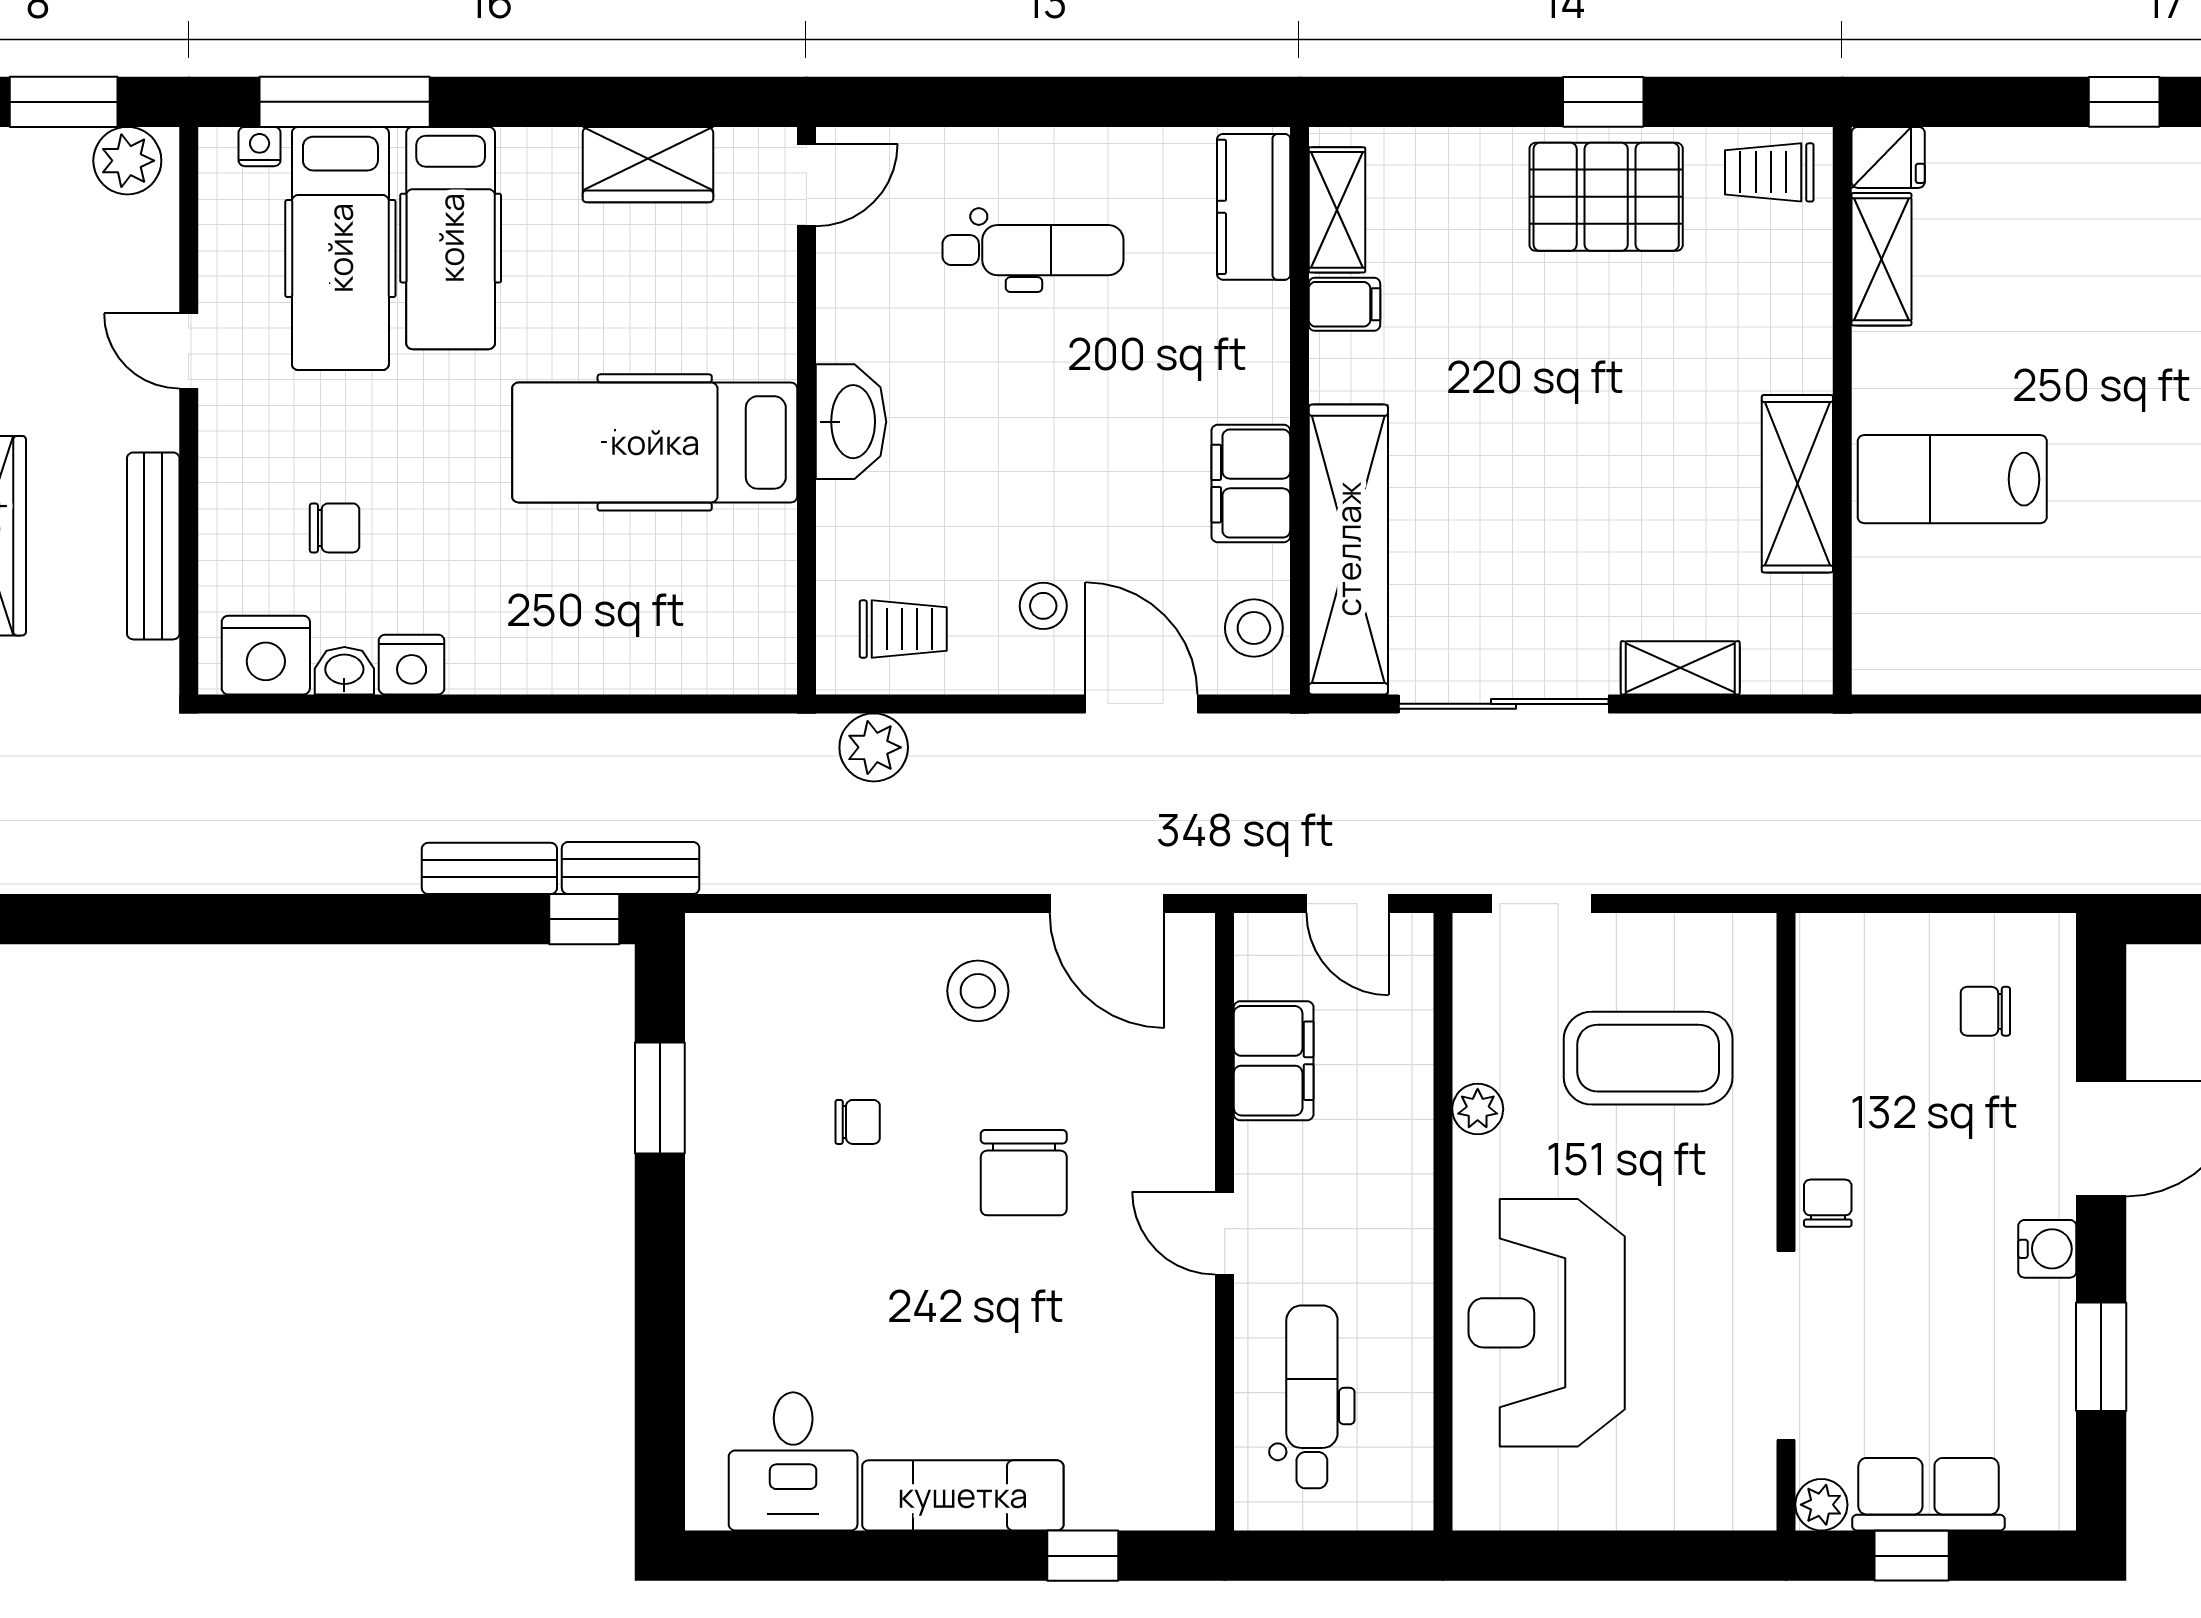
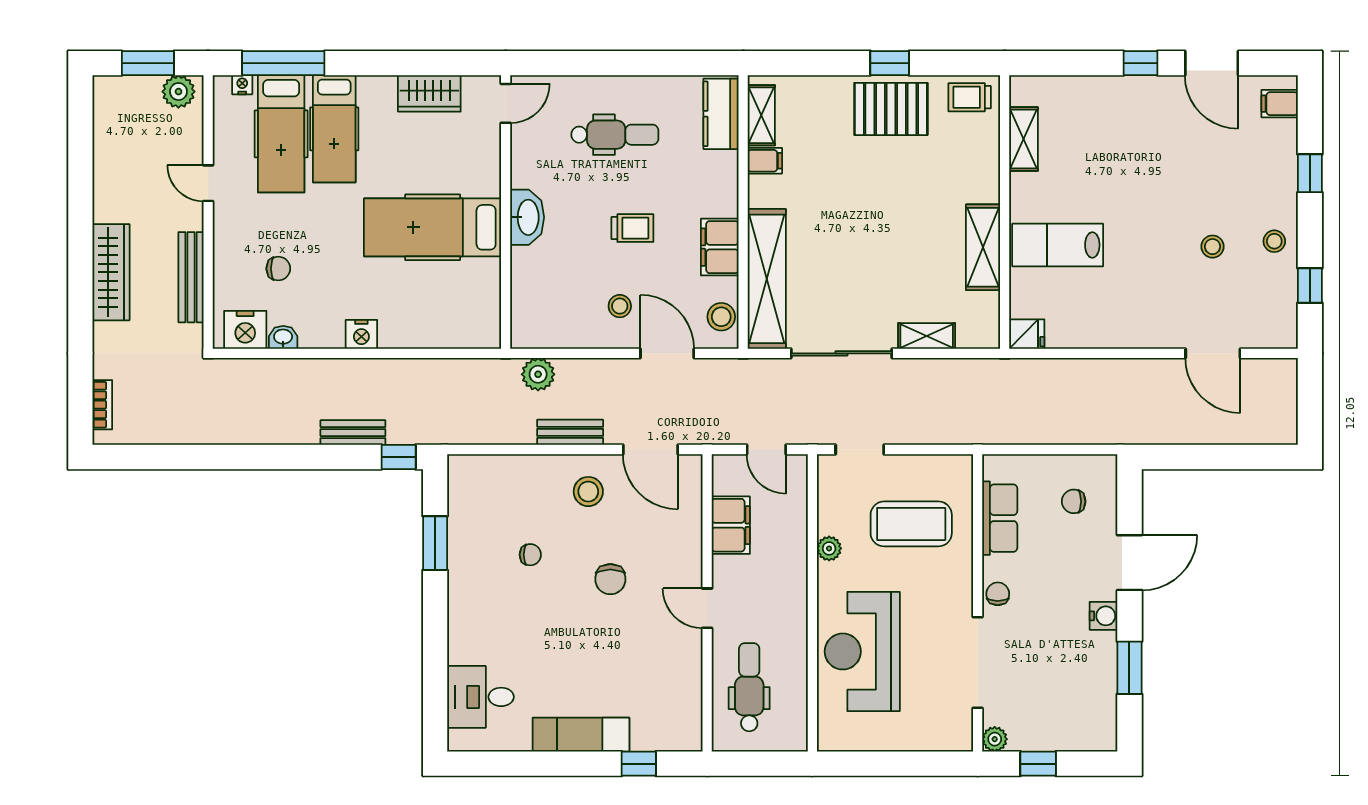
fridge: (1888, 157) -> (1027, 334), moved
trolley: (903, 629) -> (632, 228), moved
nightstand: (412, 665) -> (361, 334), moved
bench: (631, 868) -> (570, 432), moved
chair: (1024, 1173) -> (610, 579), width x0.73, depth x0.73
desk: (793, 1461) -> (480, 697), moved, turned 90
row of seats: (1928, 1494) -> (1000, 518), moved, turned 90

